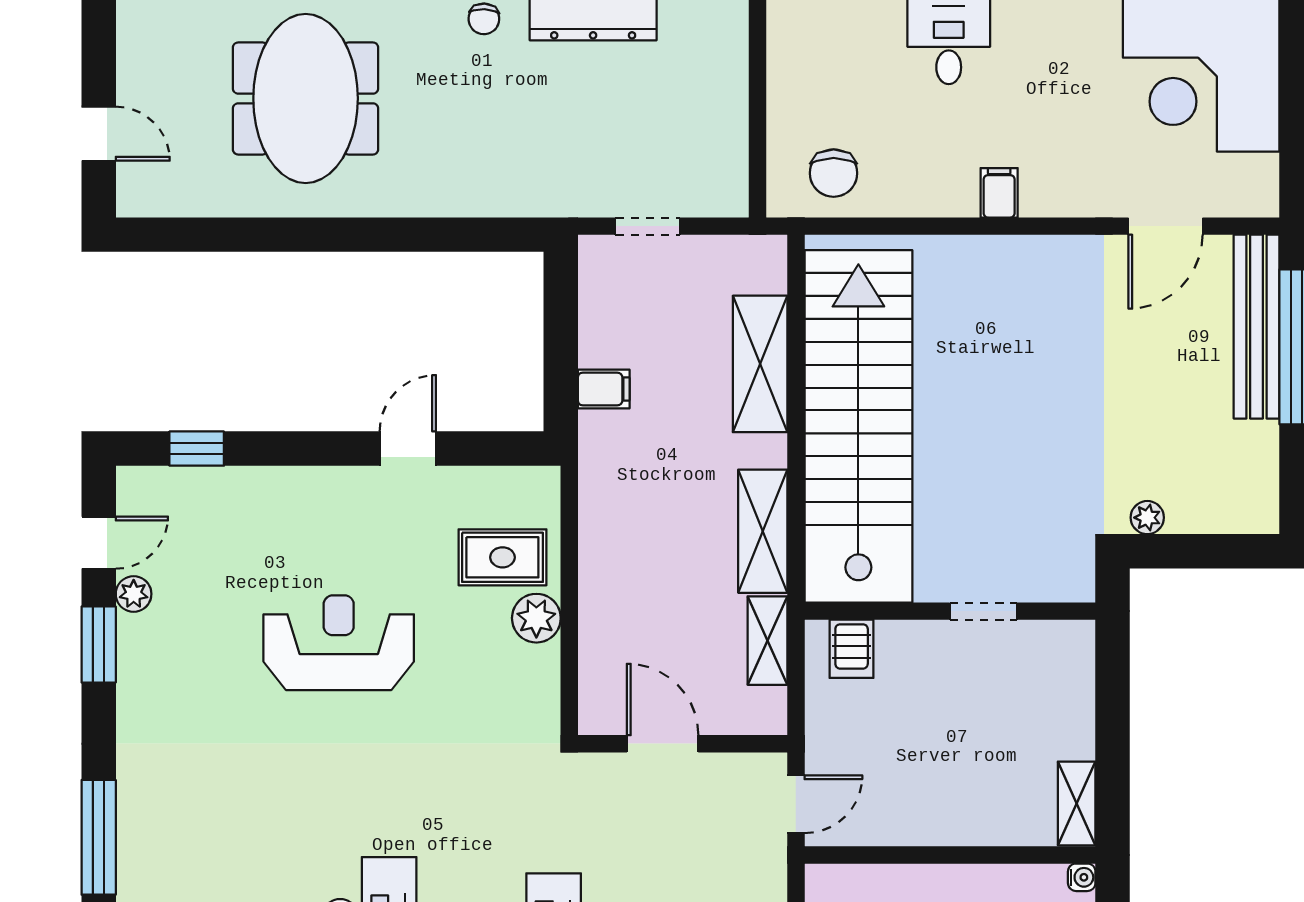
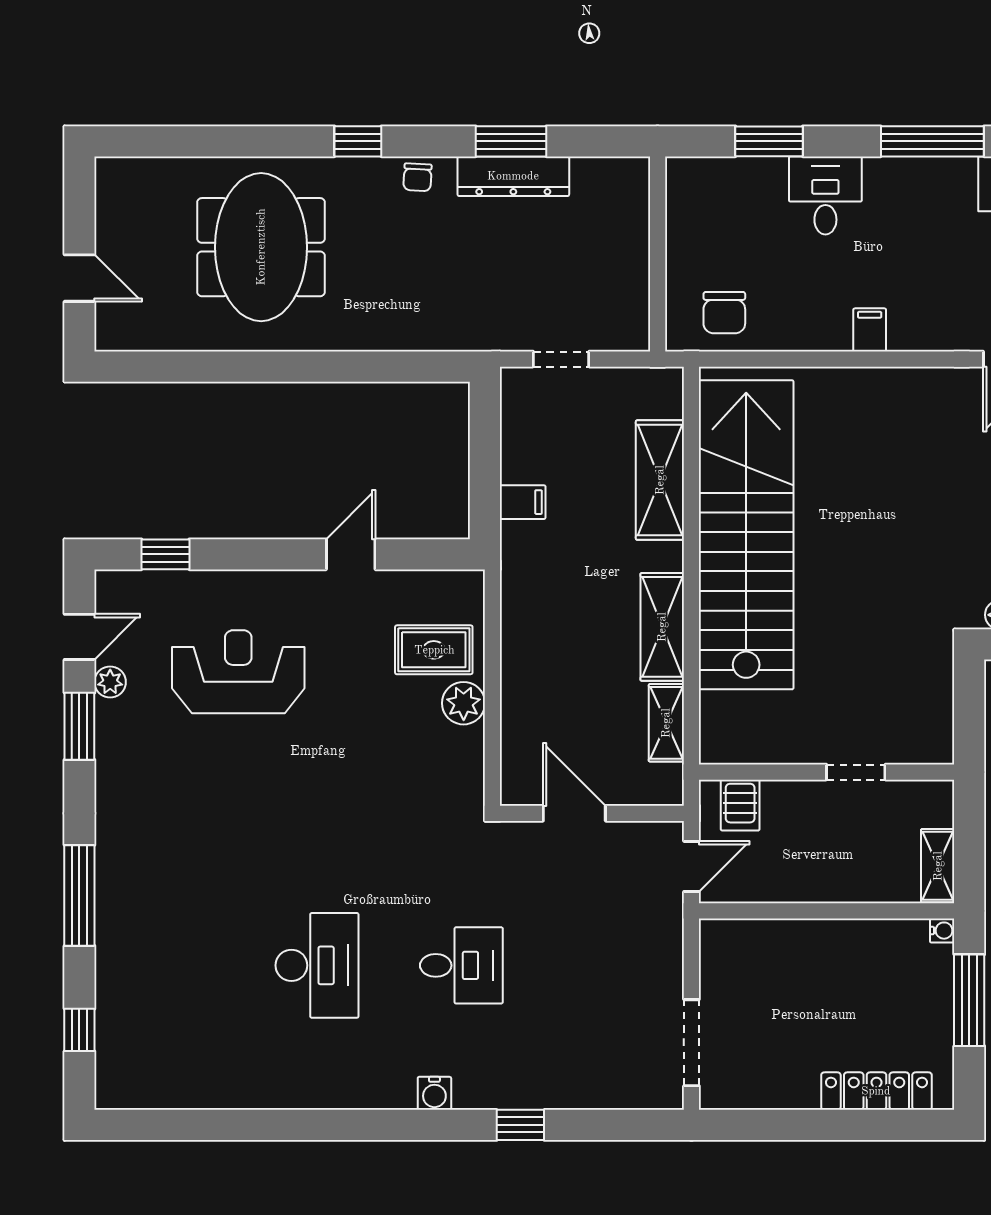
wall: (950, 611) -> (827, 772), moved
doorway: (983, 611) -> (856, 772), moved
reception desk: (339, 643) -> (238, 672), moved
server rack: (852, 649) -> (740, 805), moved

